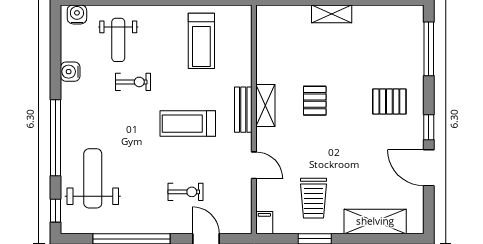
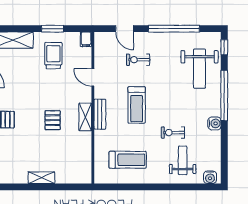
treadmill: (201, 41) -> (128, 160), turned 90
water cooler: (70, 72) -> (214, 123), moved
treadmill: (188, 124) -> (137, 105), turned 90

